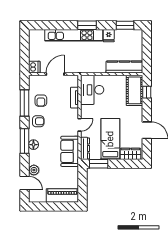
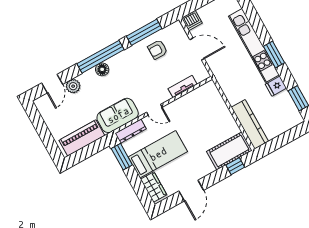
desk: (92, 90) -> (203, 102), removed
armchair: (38, 121) -> (132, 60), removed
window: (24, 141) -> (100, 57), width x1.46
piano: (62, 195) -> (82, 138), moved, turned -90

